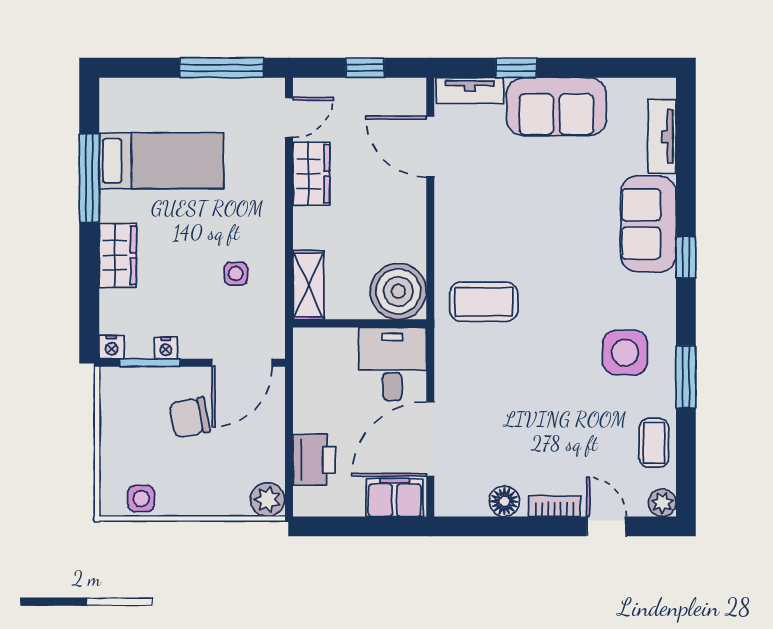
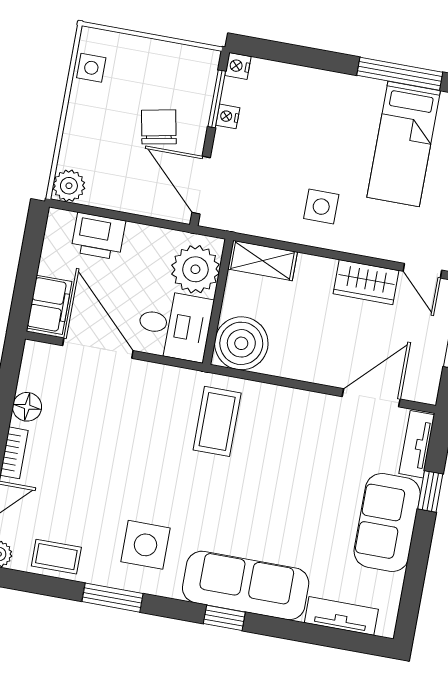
sofa: (648, 224) -> (246, 585), width x1.36
wardrobe: (118, 255) -> (323, 87), removed
side table: (236, 274) -> (321, 207), moved, width x1.37, depth x1.37
plant: (330, 353) -> (195, 269), added

